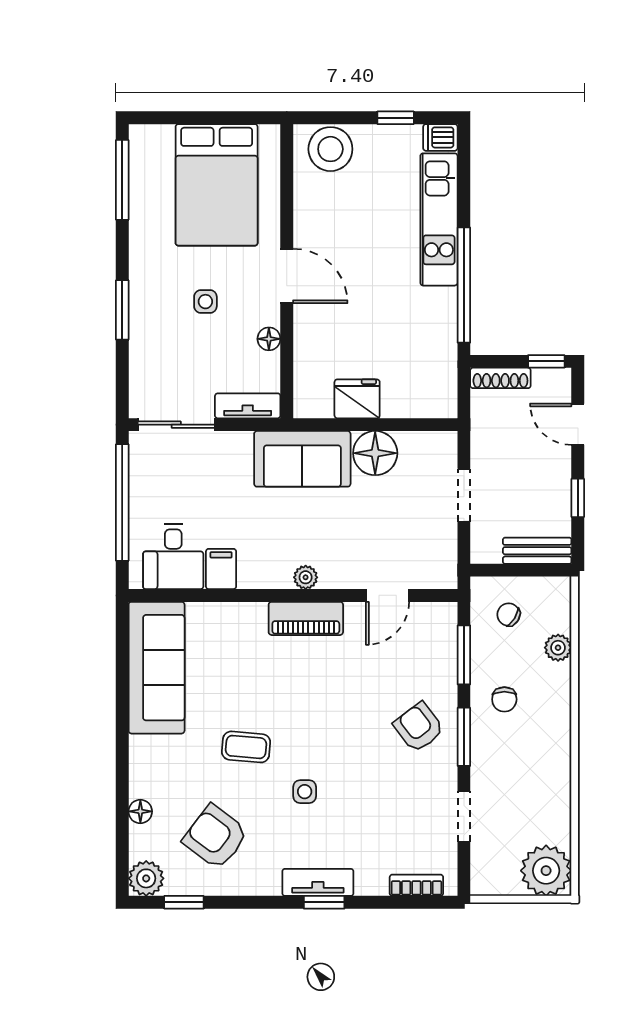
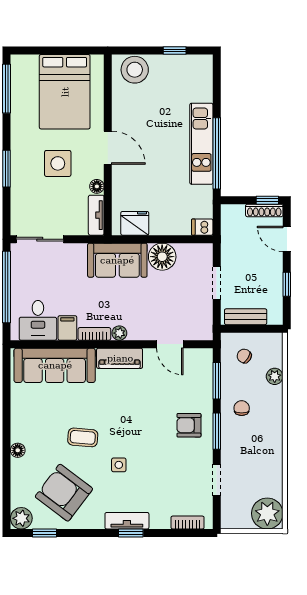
dishwasher: (440, 137) -> (202, 227), moved
kitchen unit: (439, 219) -> (201, 144), moved
side table: (205, 302) -> (58, 163), width x1.87, depth x1.87
shoe rack: (500, 378) -> (264, 210), moved
fridge: (357, 399) -> (135, 223), moved
tv unit: (248, 406) -> (96, 215), moved, turned -90
bench: (537, 551) -> (246, 317), moved
bookcase: (265, 579) -> (94, 334), added
door: (388, 595) -> (170, 344), hinge flipped
sofa: (157, 668) -> (55, 365), moved, turned 90
chair: (504, 699) -> (242, 408), turned 180
armchair: (419, 727) -> (189, 425), turned -53
floor lamp: (140, 811) -> (18, 450), moved
armchair: (215, 837) -> (64, 493), width x1.36, depth x1.36

